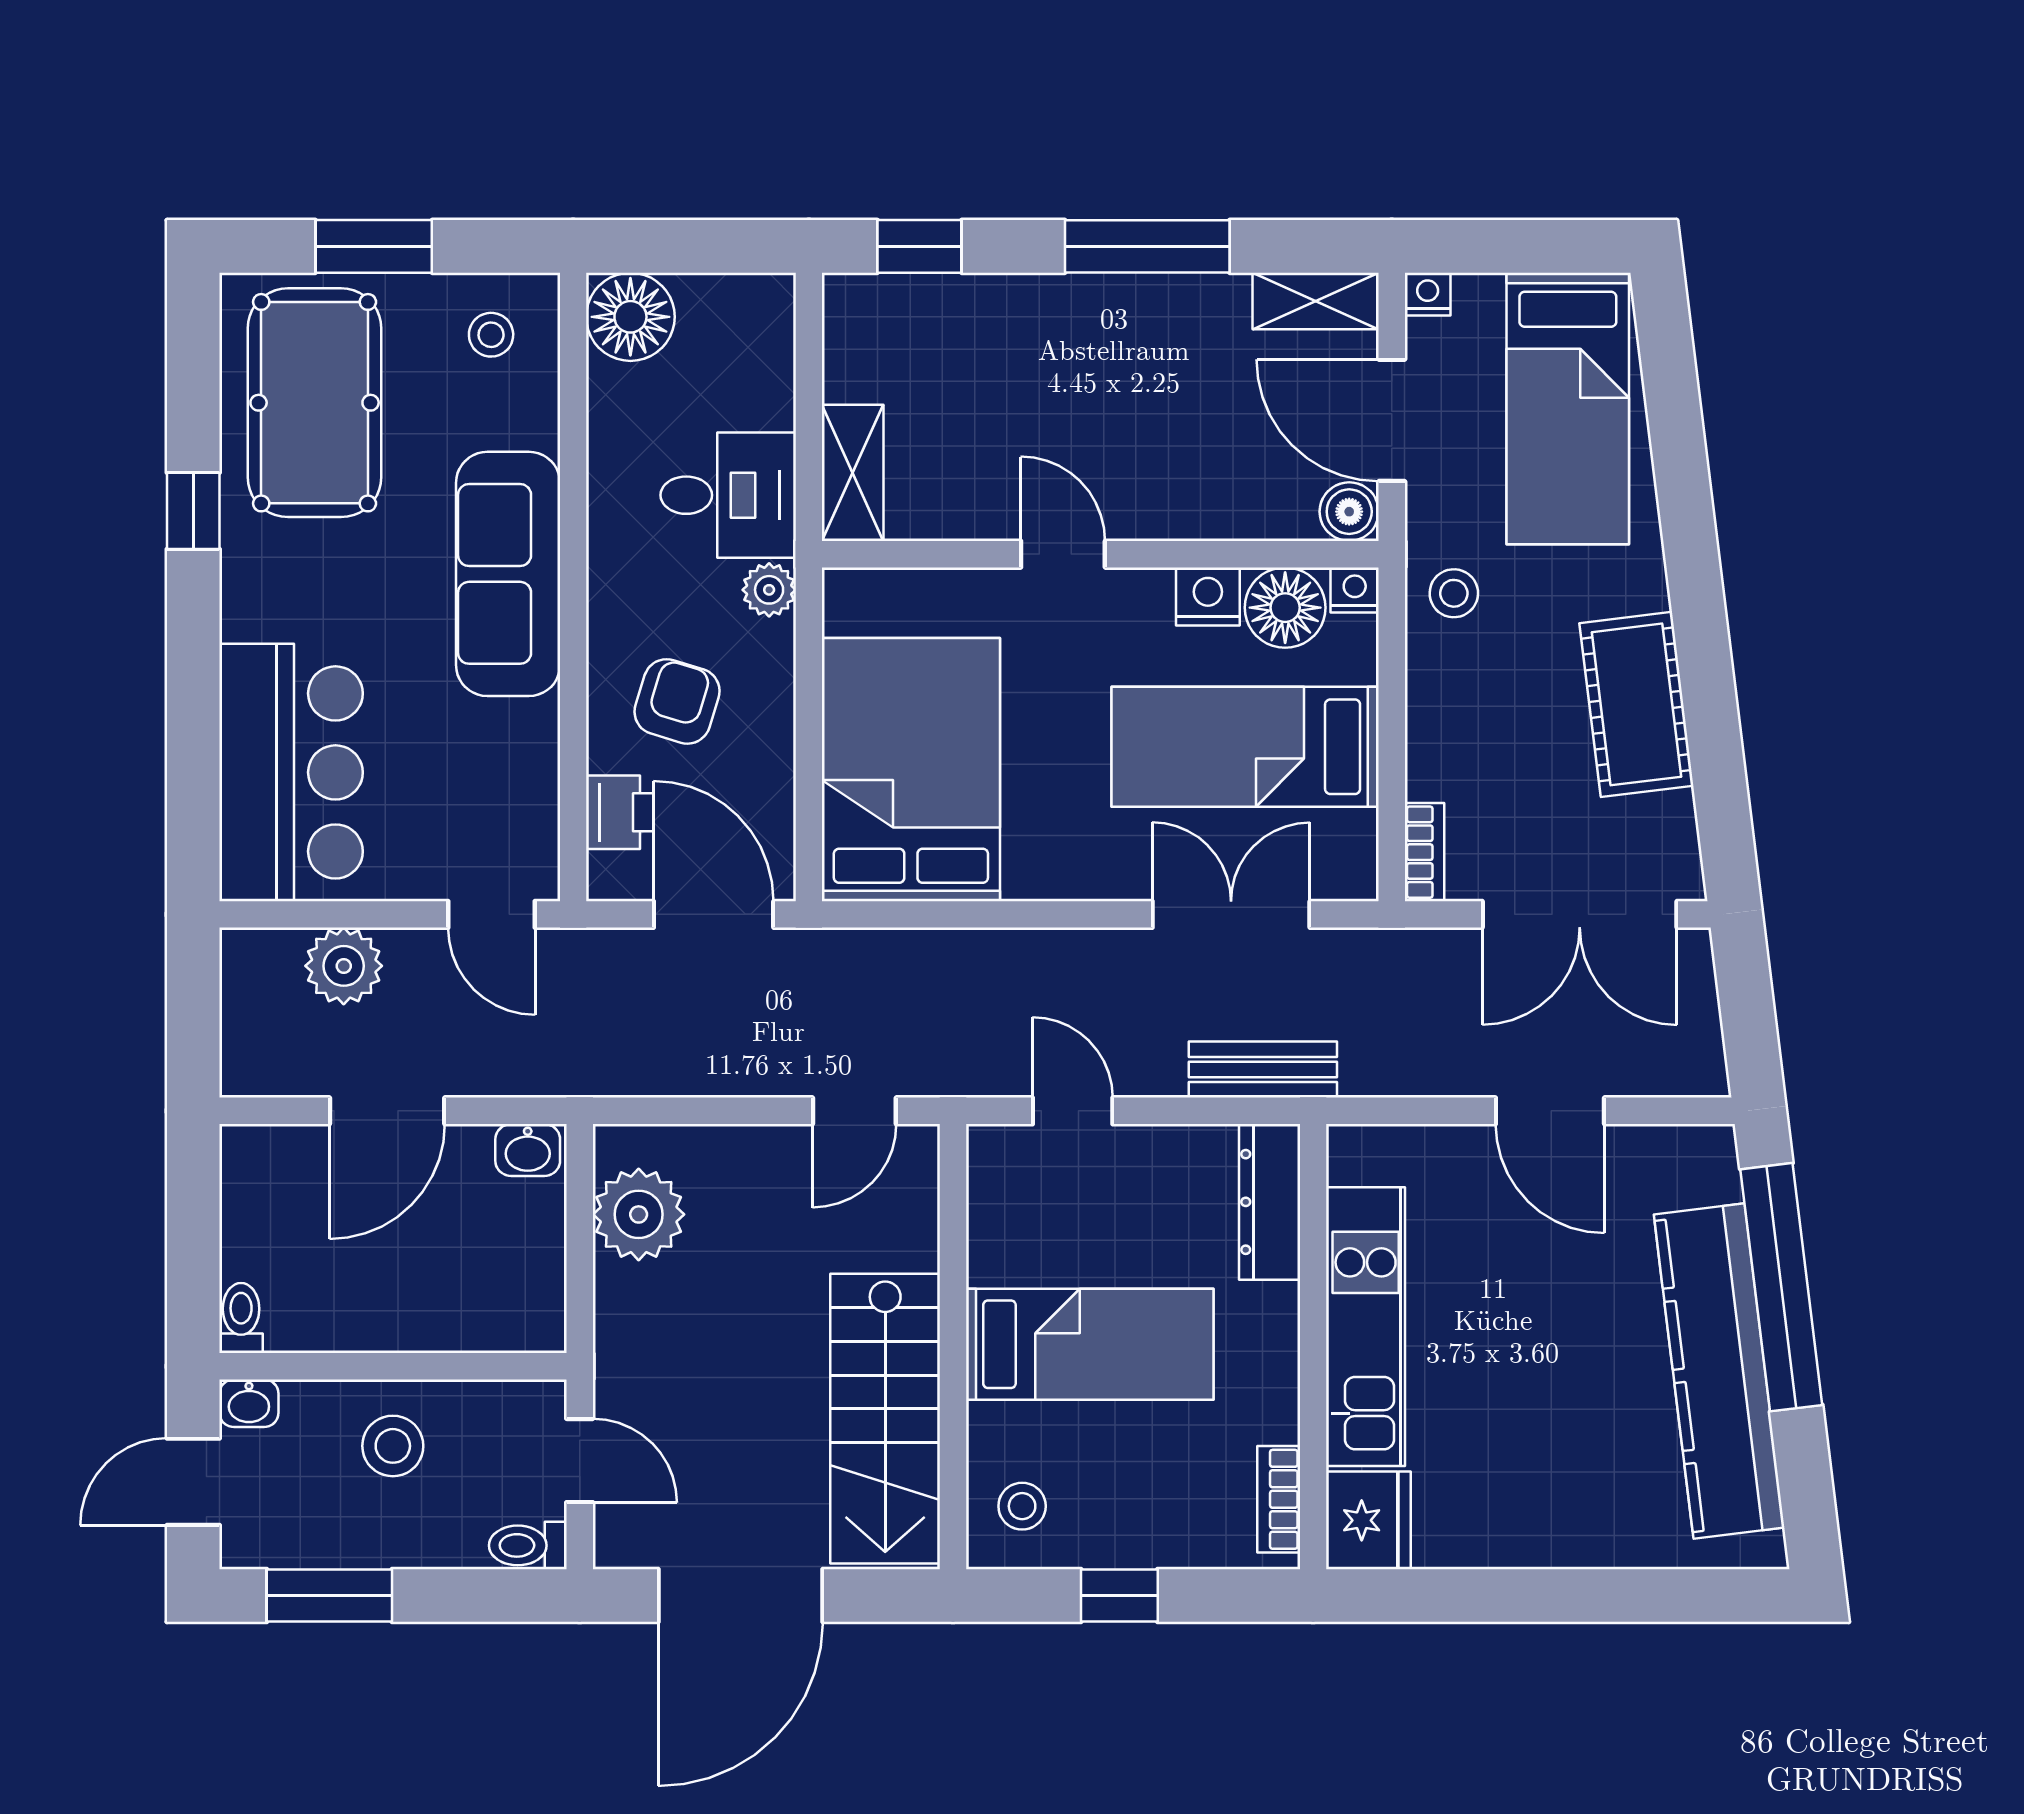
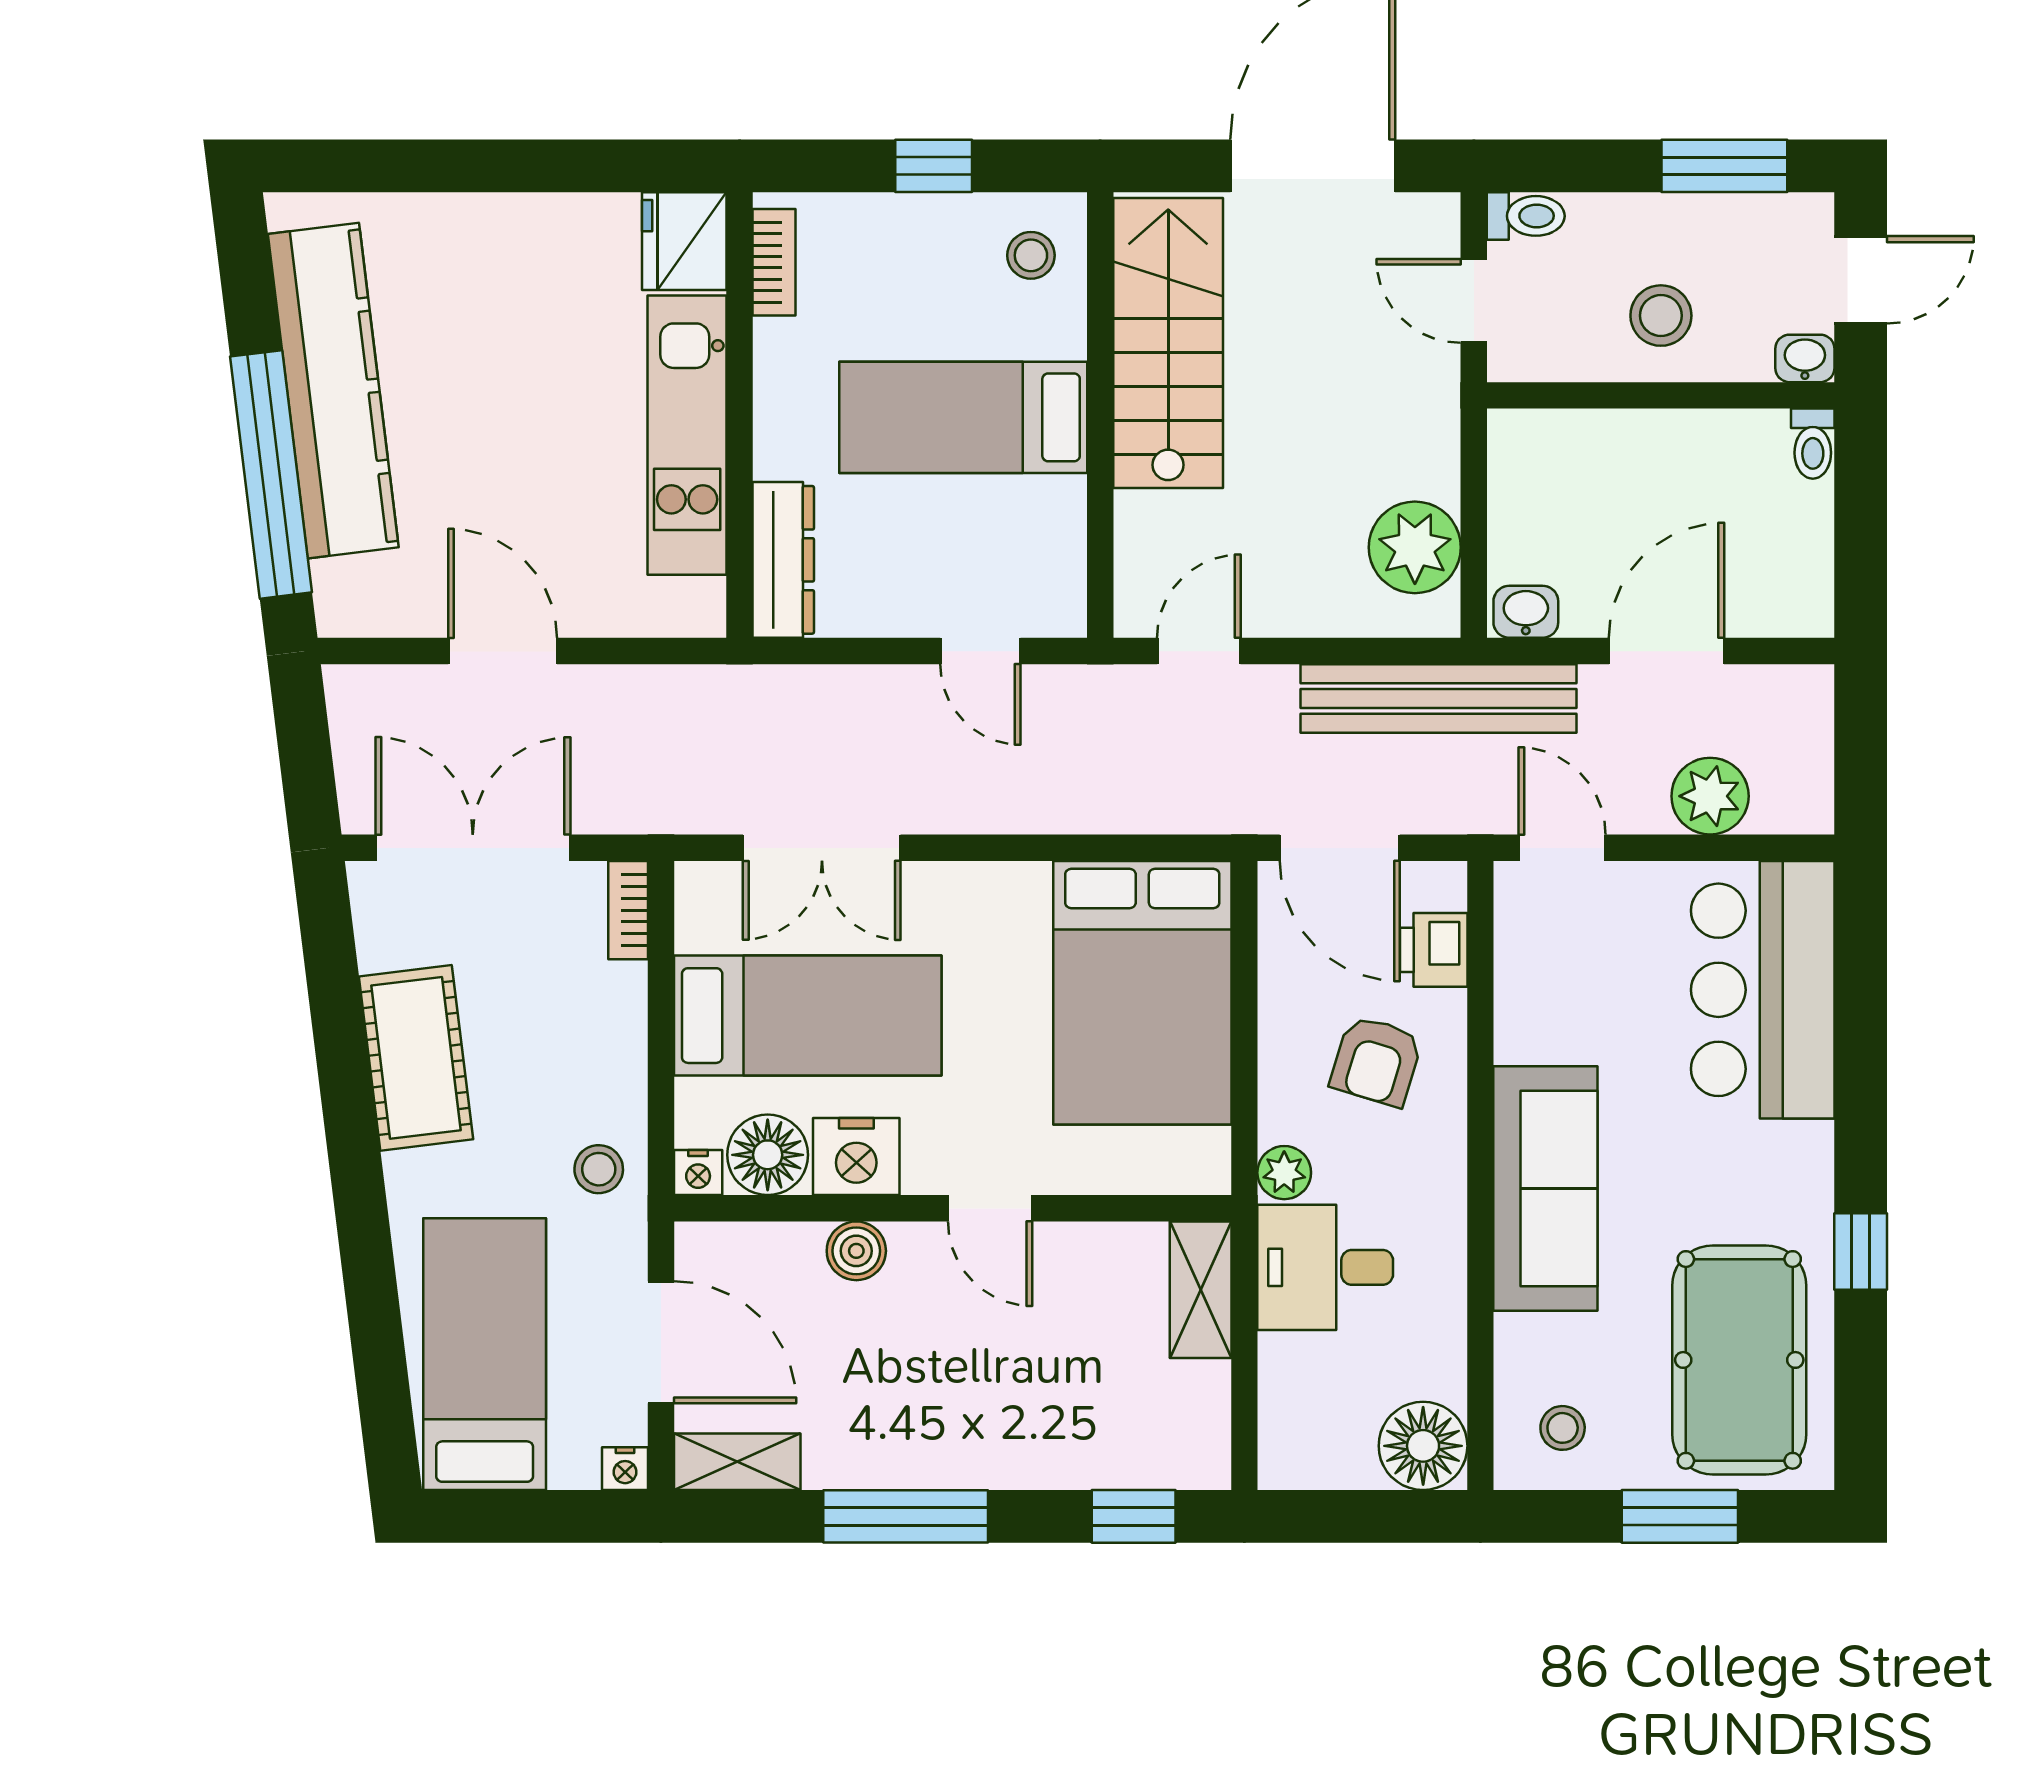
boiler: (1349, 512) -> (856, 1251), moved
nightstand: (1208, 596) -> (856, 1156), width x1.36, depth x1.33
bench: (1263, 1070) -> (1438, 698), moved, width x1.86, depth x1.21

